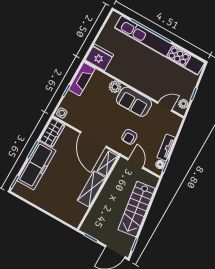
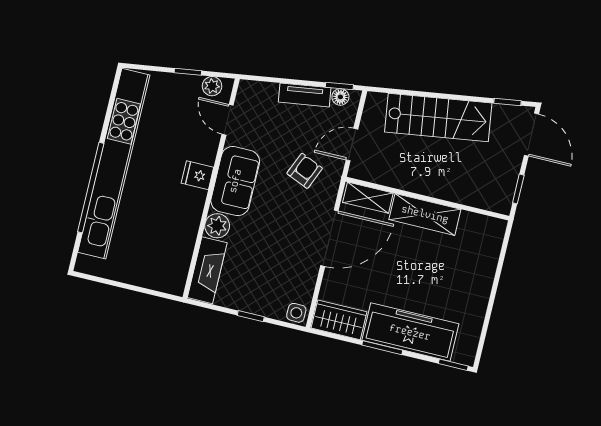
fridge: (99, 57) -> (197, 175), moved, width x0.53, depth x0.75
fireplace: (82, 79) -> (207, 270), moved, turned 90
armchair: (129, 137) -> (305, 171), turned -67

